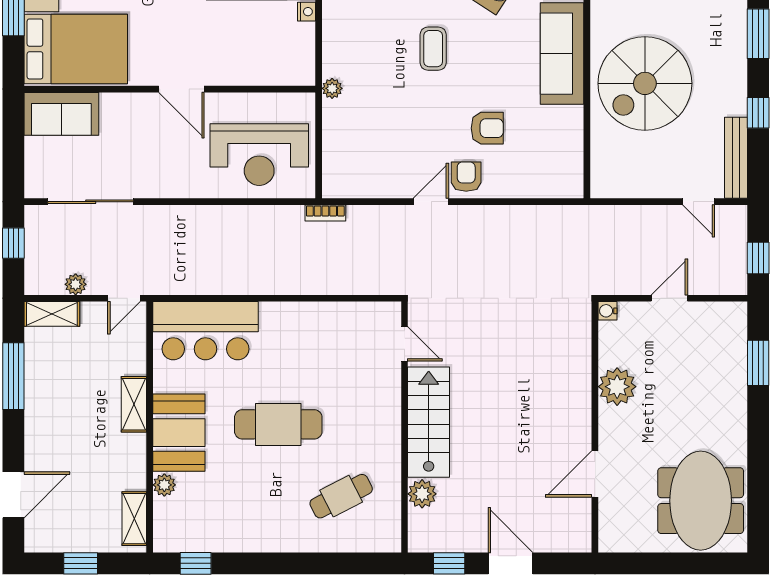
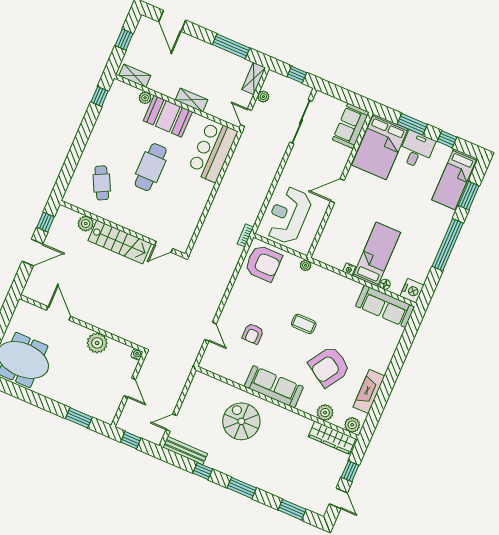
spiral stairs: (645, 83) -> (241, 421), width x0.73, depth x0.73
armchair: (466, 177) -> (263, 263), moved, width x1.88, depth x1.88
door: (431, 202) -> (211, 332), moved

